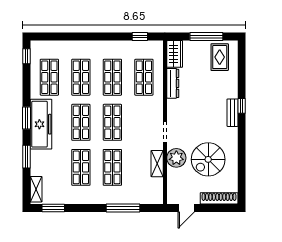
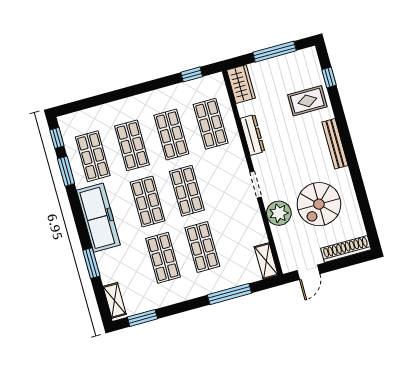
rug: (220, 57) -> (307, 101), moved, turned 90
dresser: (173, 83) -> (252, 135), moved
window: (242, 106) -> (329, 77), moved
bench: (232, 113) -> (335, 144), width x1.36
window: (26, 118) -> (66, 171), moved
shelving: (157, 164) -> (266, 261), moved

